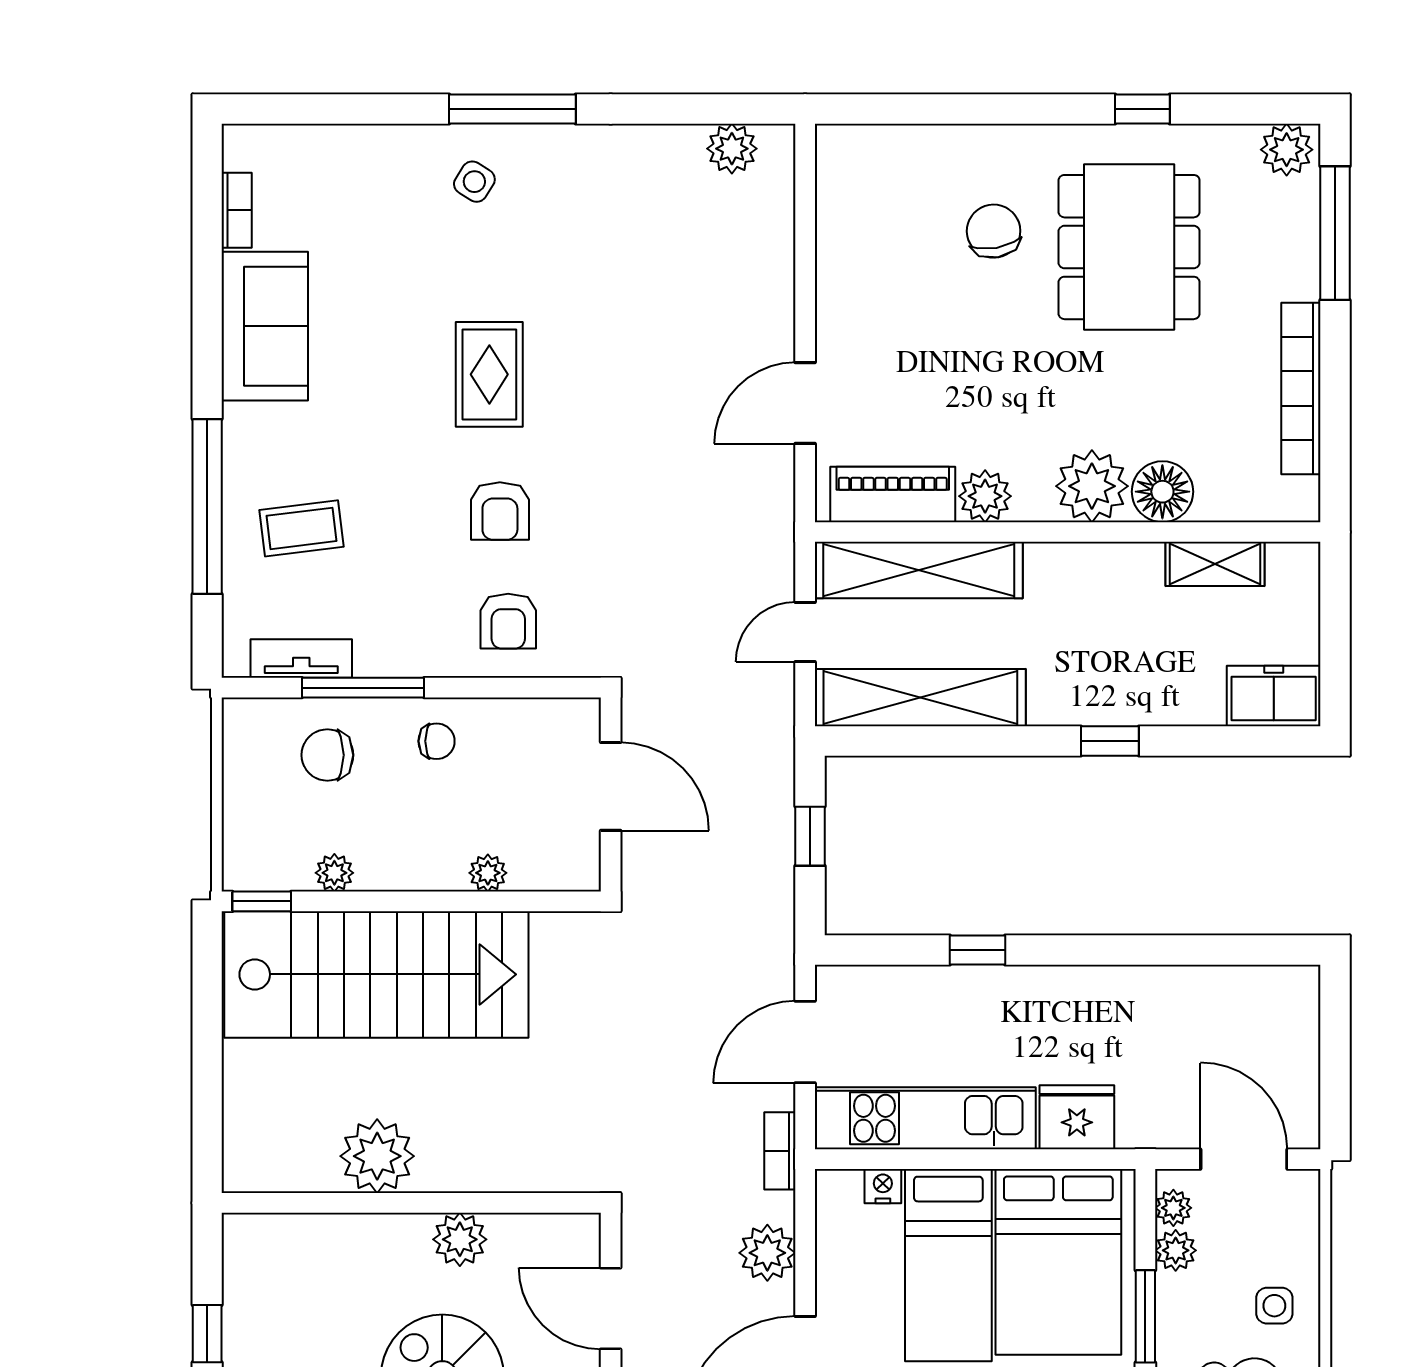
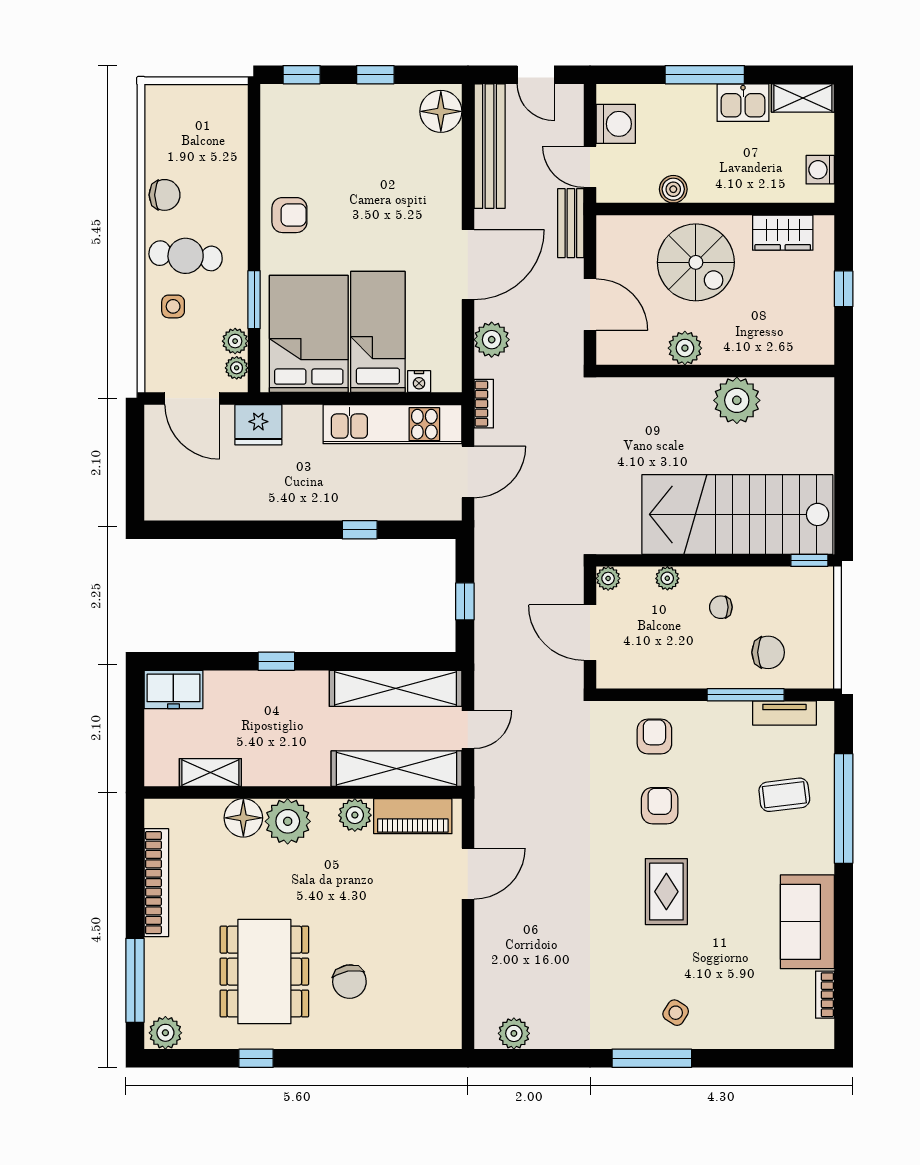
chair: (437, 741) -> (721, 607), moved
plant: (334, 873) -> (608, 578), moved
fridge: (1077, 1117) -> (258, 425), moved

